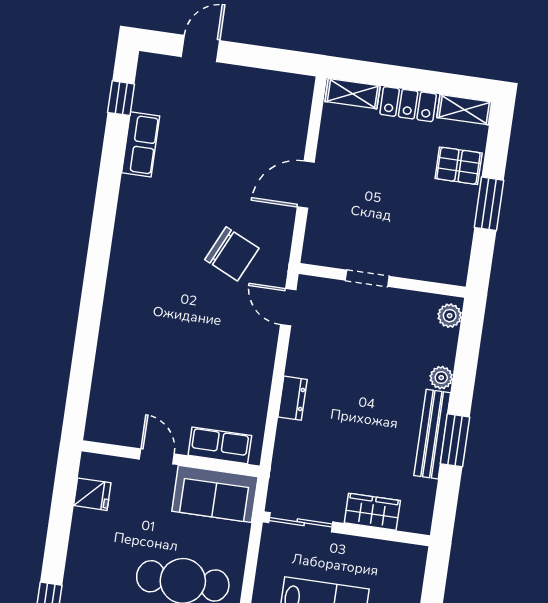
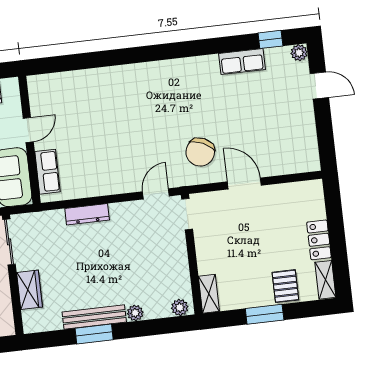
plant: (149, 64) -> (299, 53), added
shelving: (353, 94) -> (209, 294), moved
chair: (232, 254) -> (200, 152), moved
doorway: (367, 278) -> (187, 214), moved
dresser: (292, 398) -> (87, 214), width x1.44

